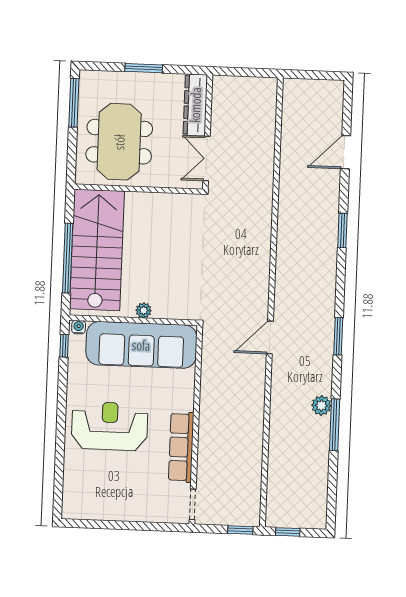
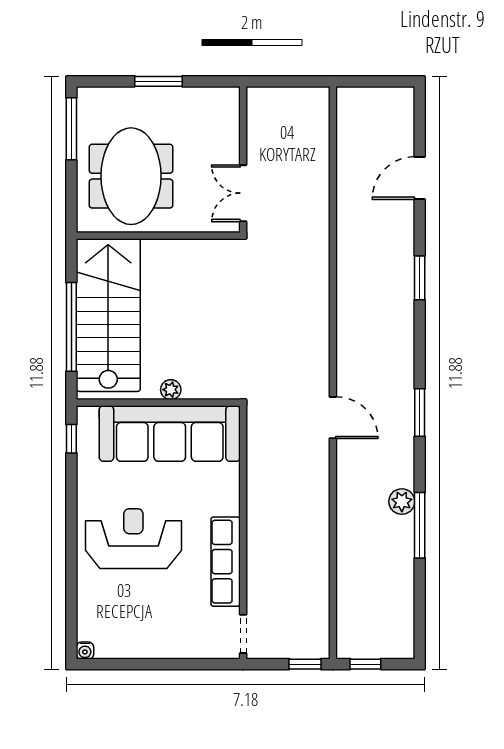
dresser: (195, 105) -> (226, 126), removed
water cooler: (79, 327) -> (85, 651), moved, turned 180
door: (270, 337) -> (333, 418), swing flipped

